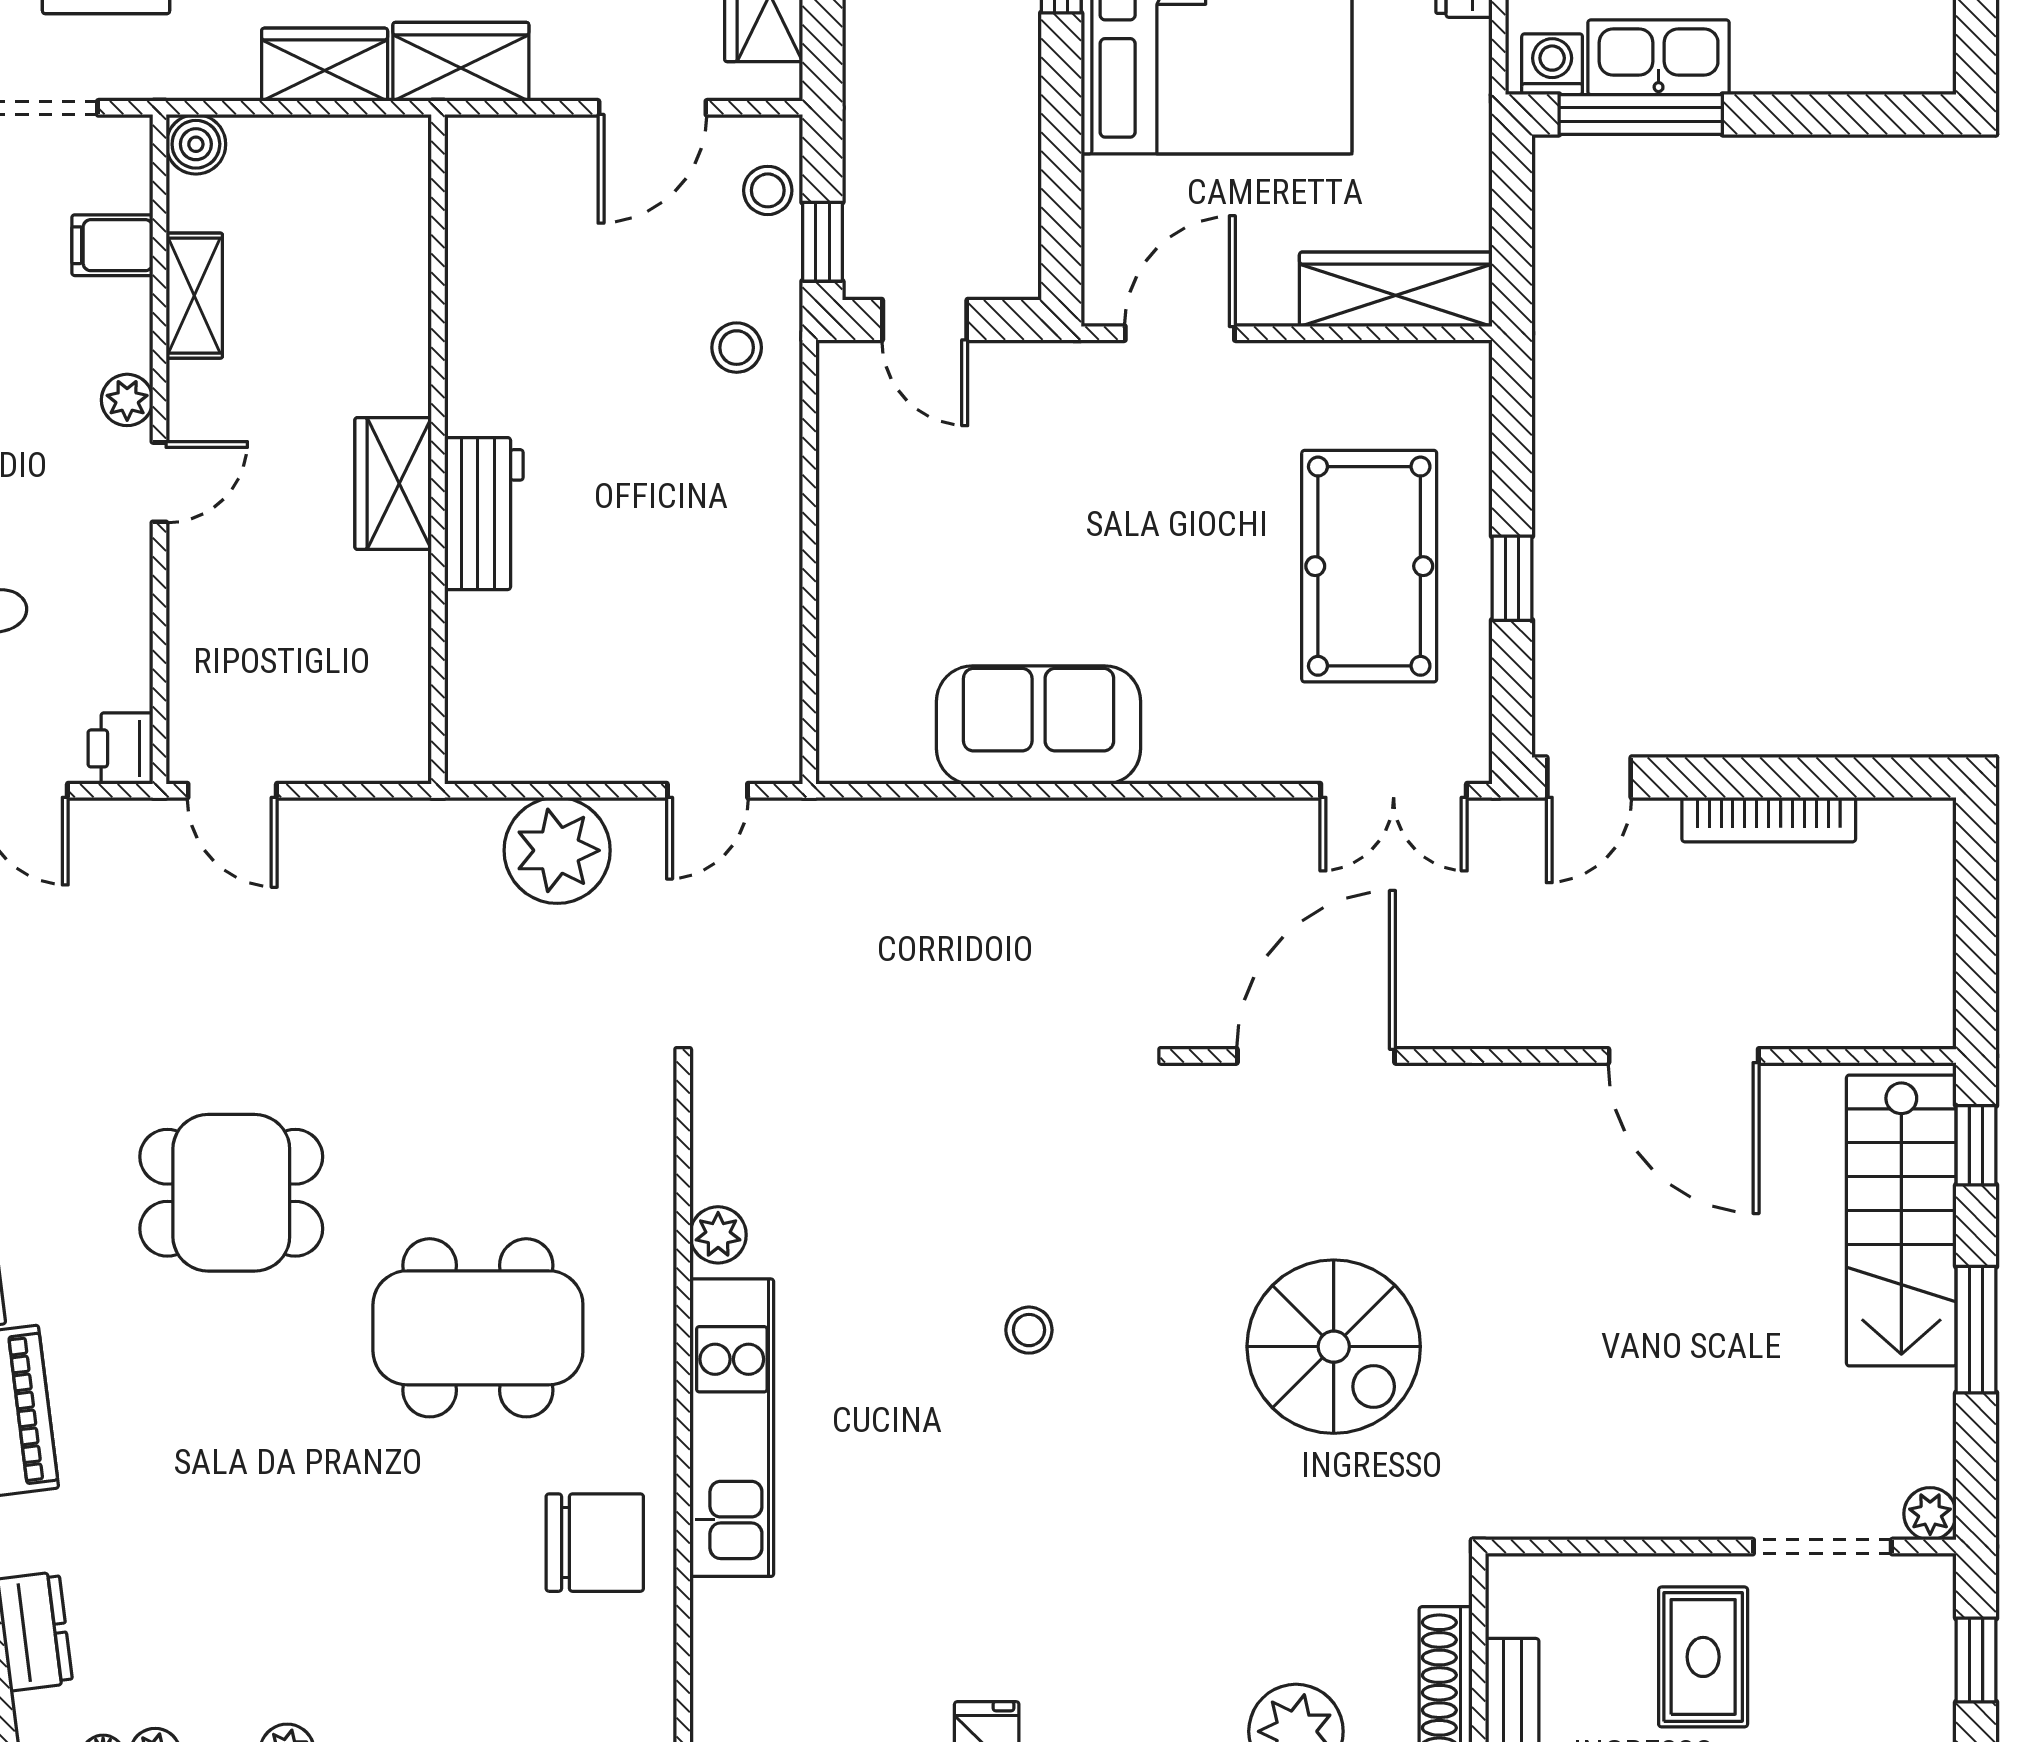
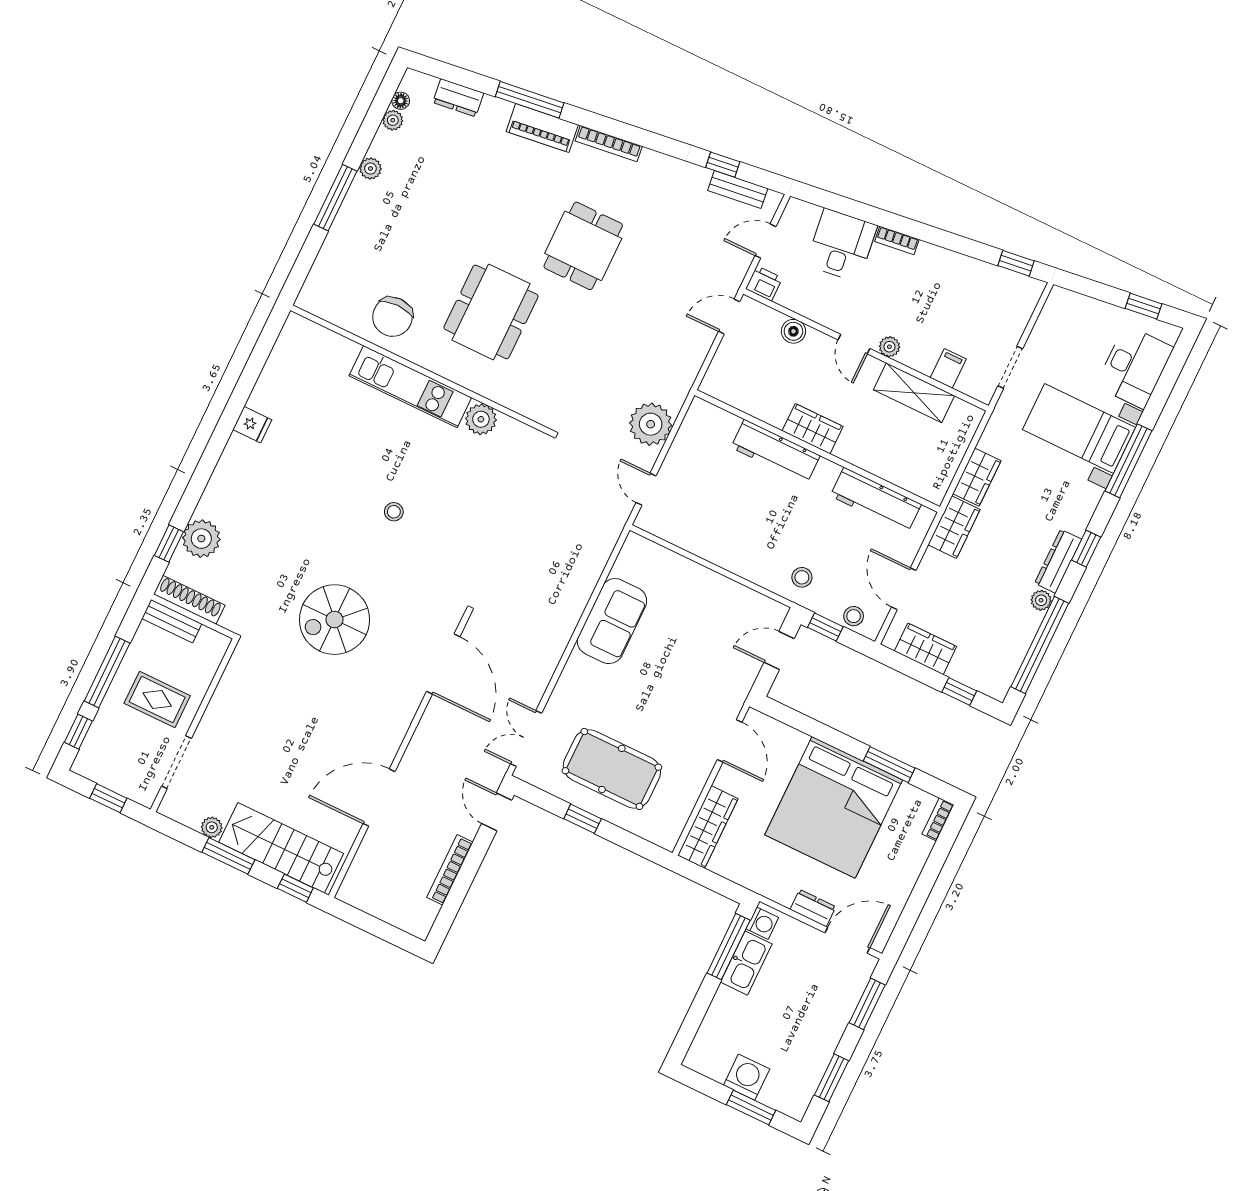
boiler: (196, 144) -> (793, 331), moved
workbench: (485, 266) -> (876, 500), added
shelving: (194, 296) -> (914, 393), width x1.50, depth x1.33
workbench: (484, 514) -> (775, 451), width x1.38
plant: (718, 1235) -> (481, 419), width x1.38, depth x1.38
plant: (1930, 1514) -> (212, 827), moved

